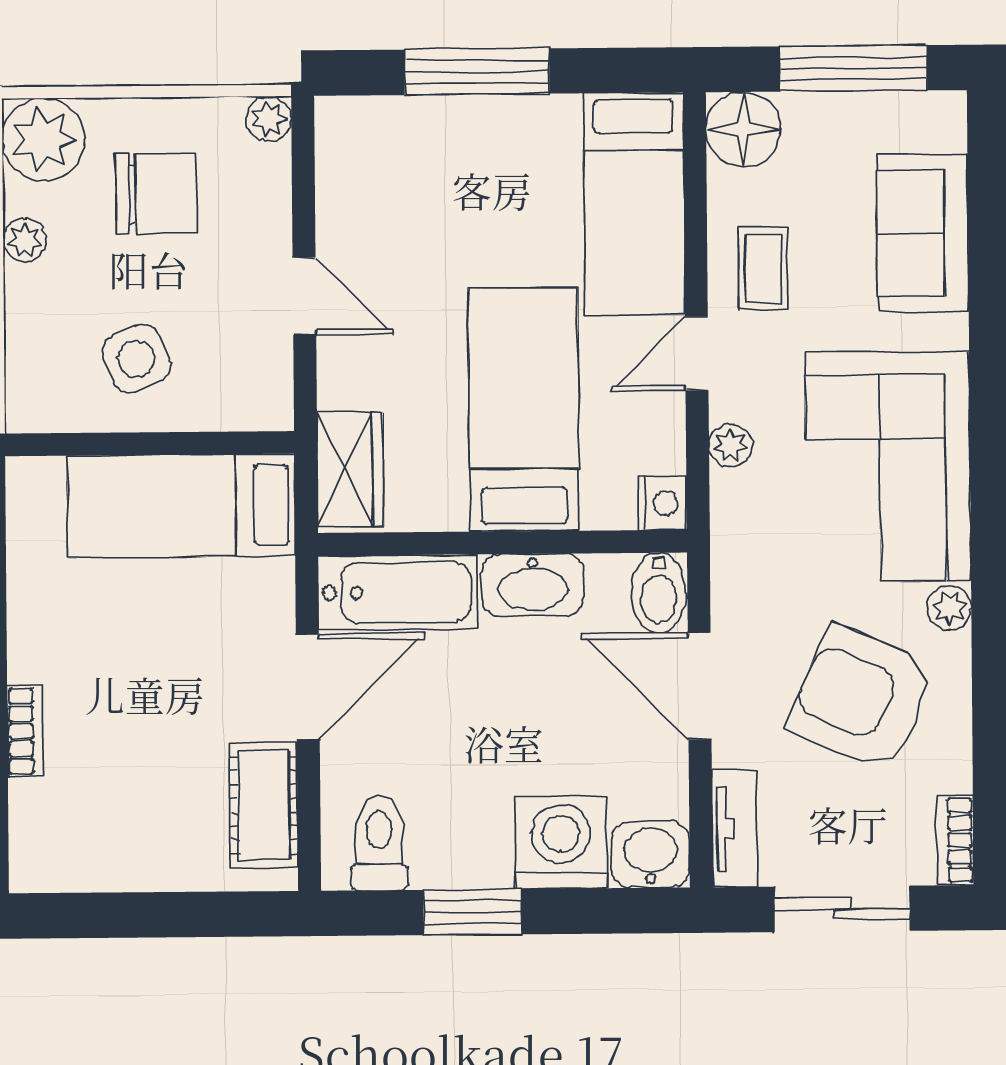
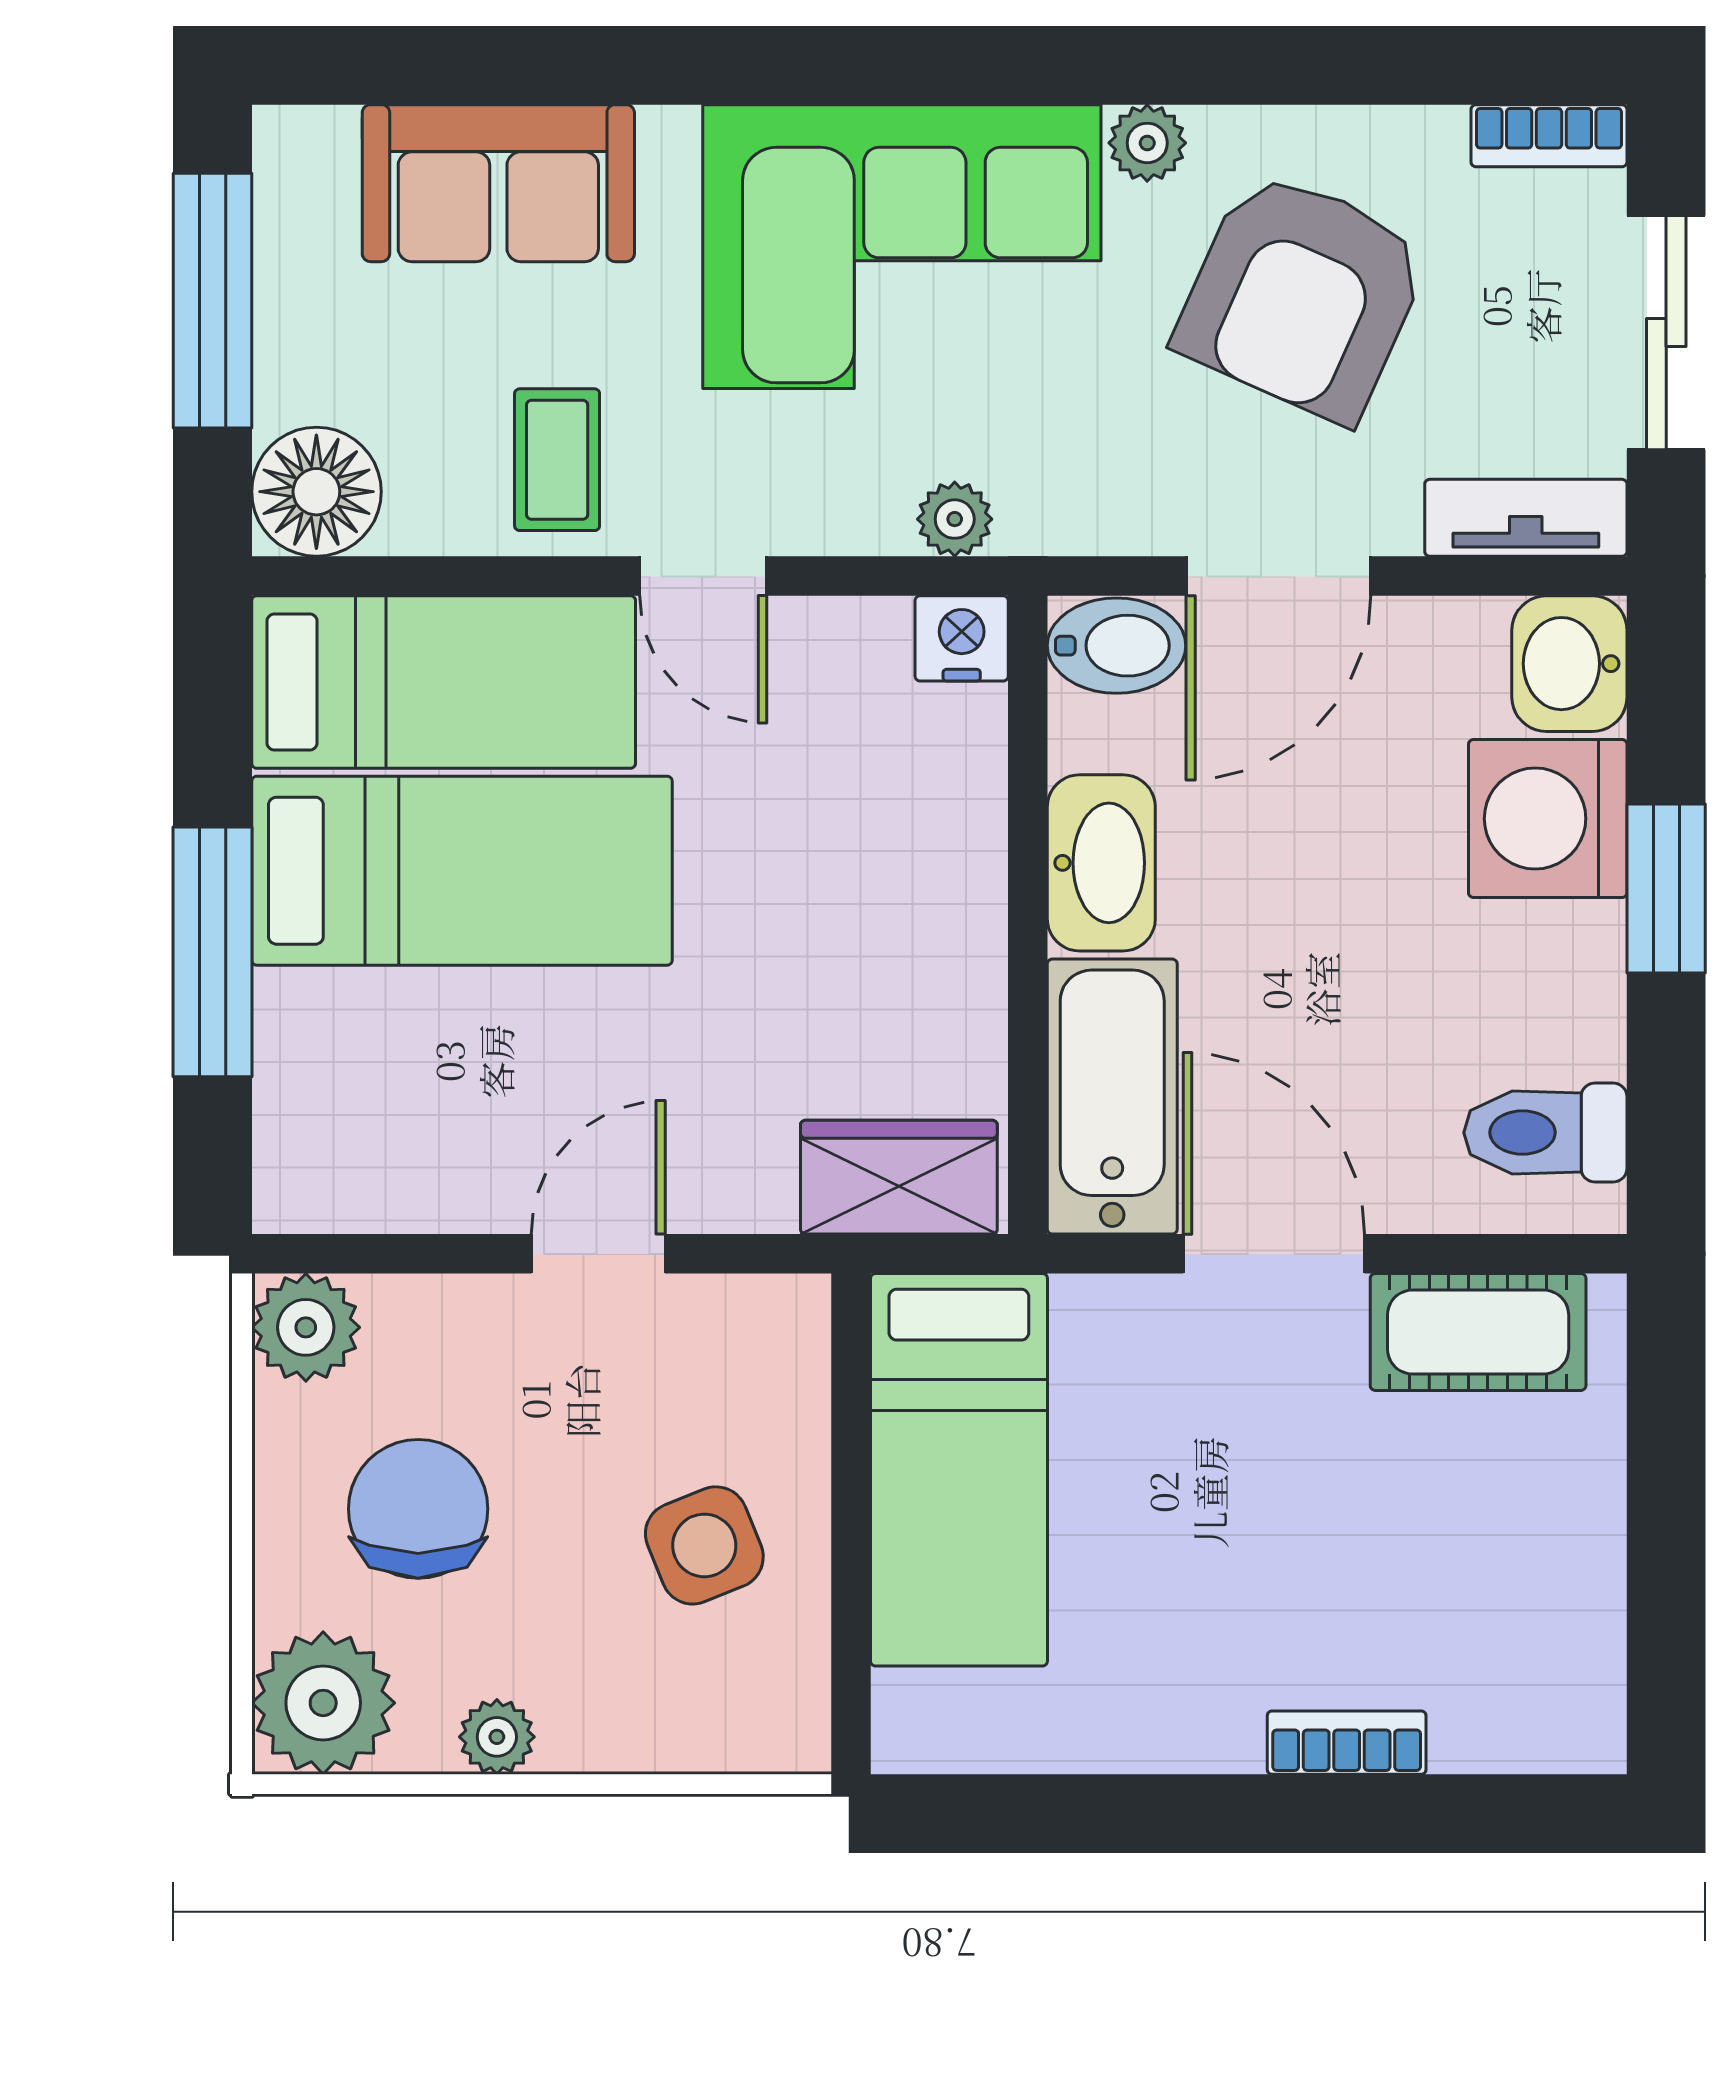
plant: (269, 119) -> (306, 1327), width x1.38, depth x1.38
coffee table: (763, 268) -> (557, 460), turned 90
bed: (524, 410) -> (462, 871), moved, turned 180
plant: (730, 445) -> (955, 519), moved
window: (472, 912) -> (1666, 888), moved

